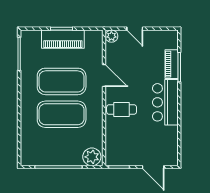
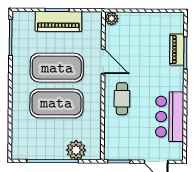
door: (135, 29) -> (137, 11), removed
bar counter: (165, 102) -> (170, 117), moved
cafe table: (122, 110) -> (122, 99), turned 90
plant: (92, 157) -> (76, 150), moved

